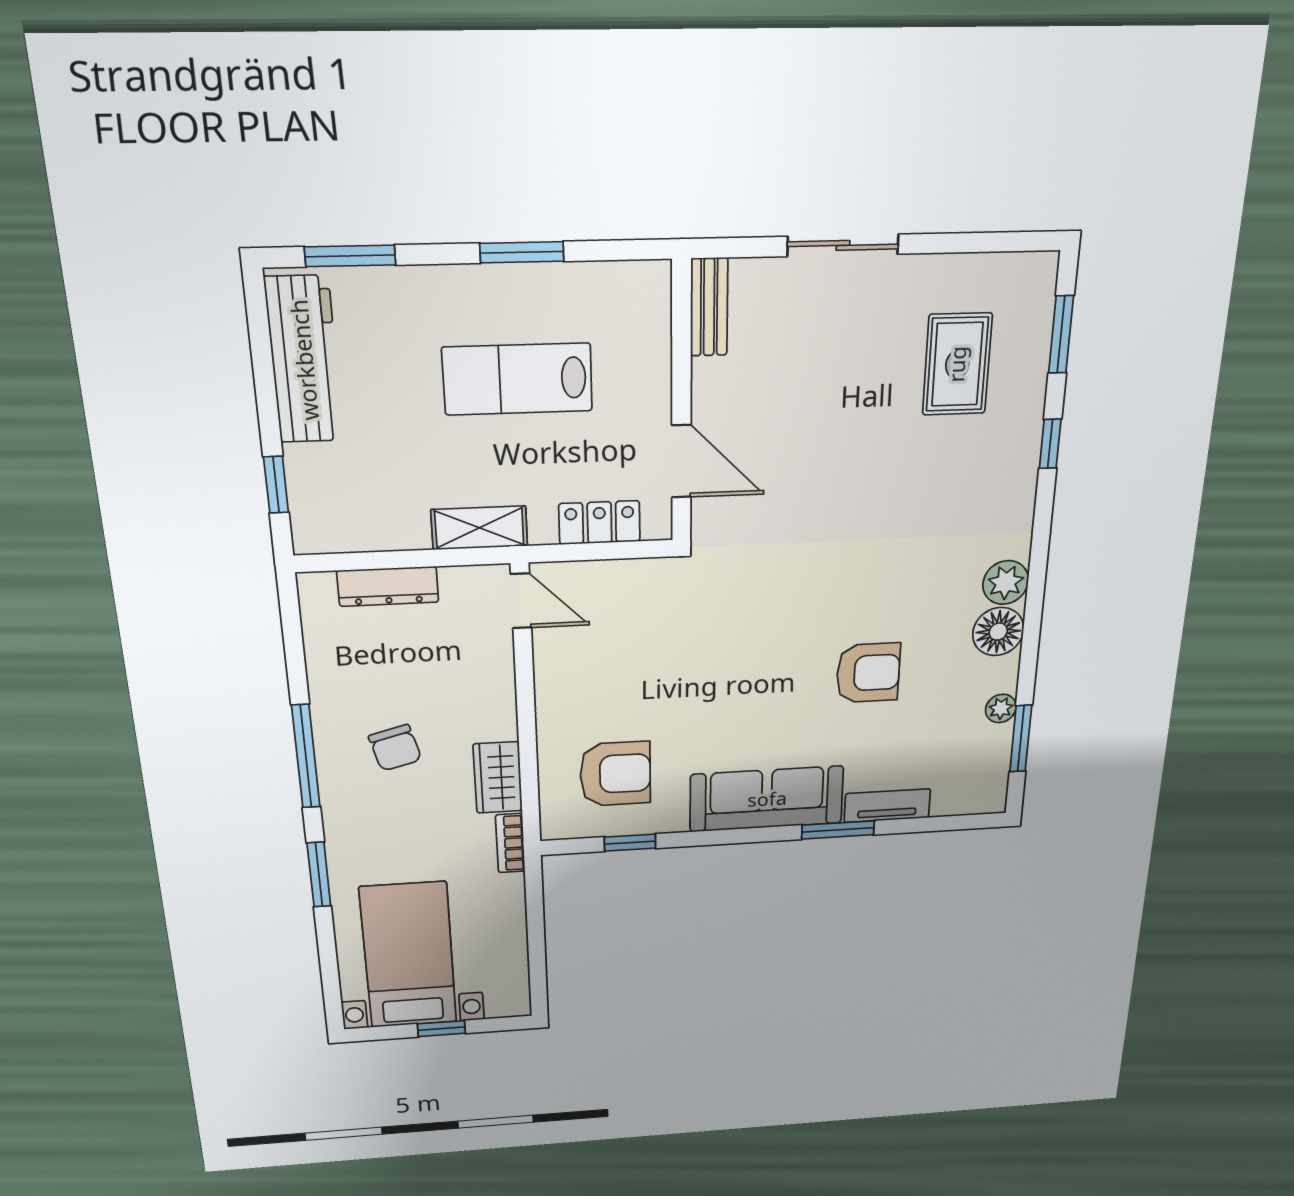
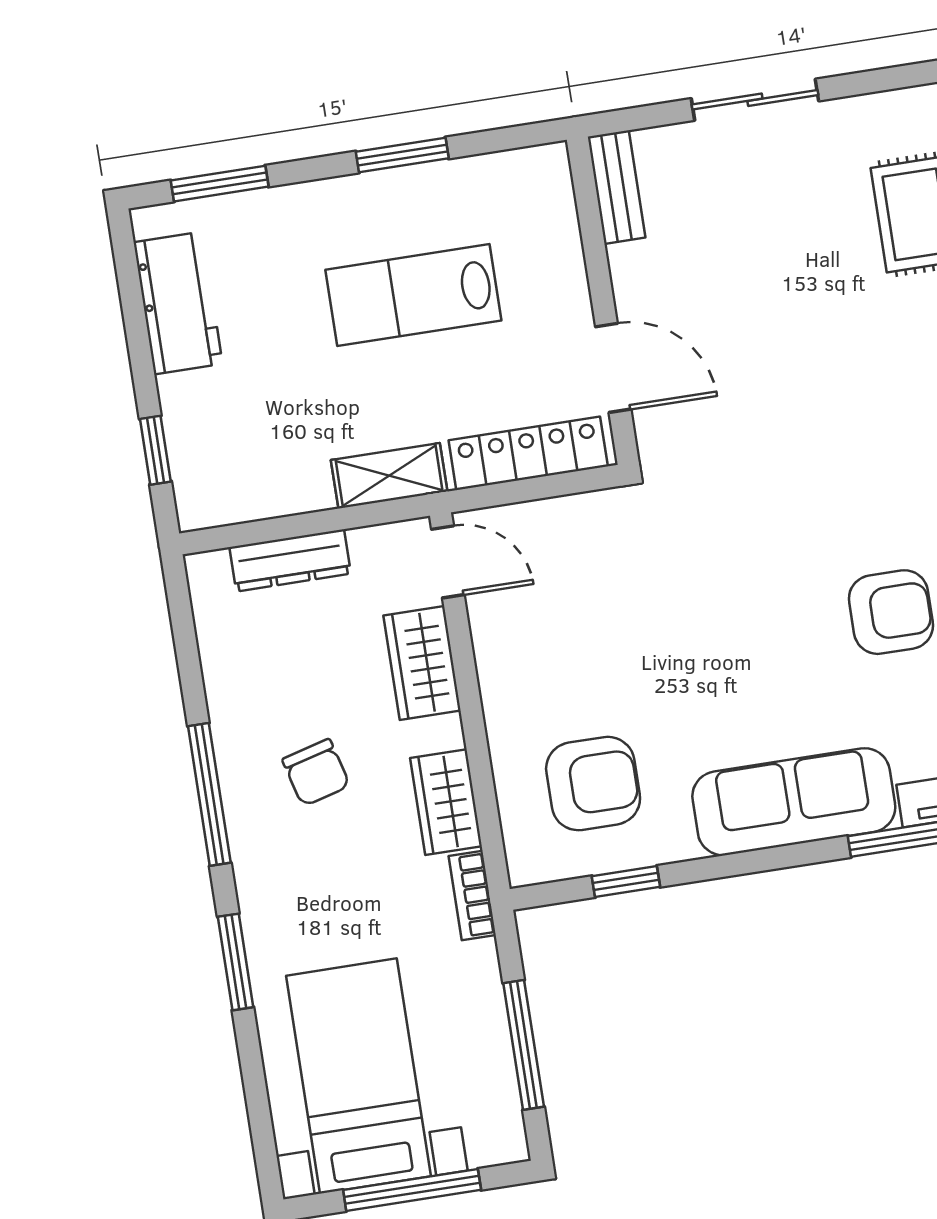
workbench: (304, 360) -> (178, 303), width x0.73
locker: (599, 523) -> (528, 453), width x1.53
wardrobe: (490, 675) -> (422, 663), added
window: (536, 944) -> (524, 1045), added
window: (441, 1029) -> (412, 1190), width x2.17

